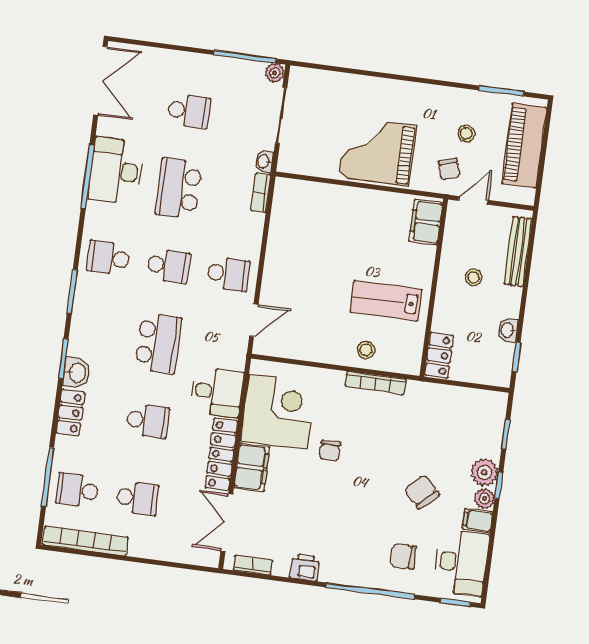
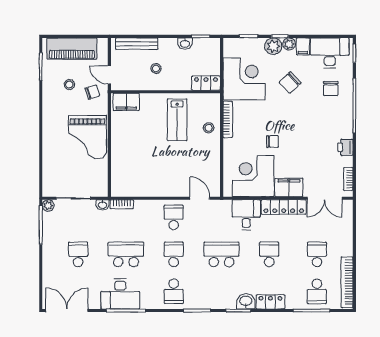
school desk: (179, 188) -> (126, 254), turned 180
corner desk: (438, 418) -> (244, 79), added

